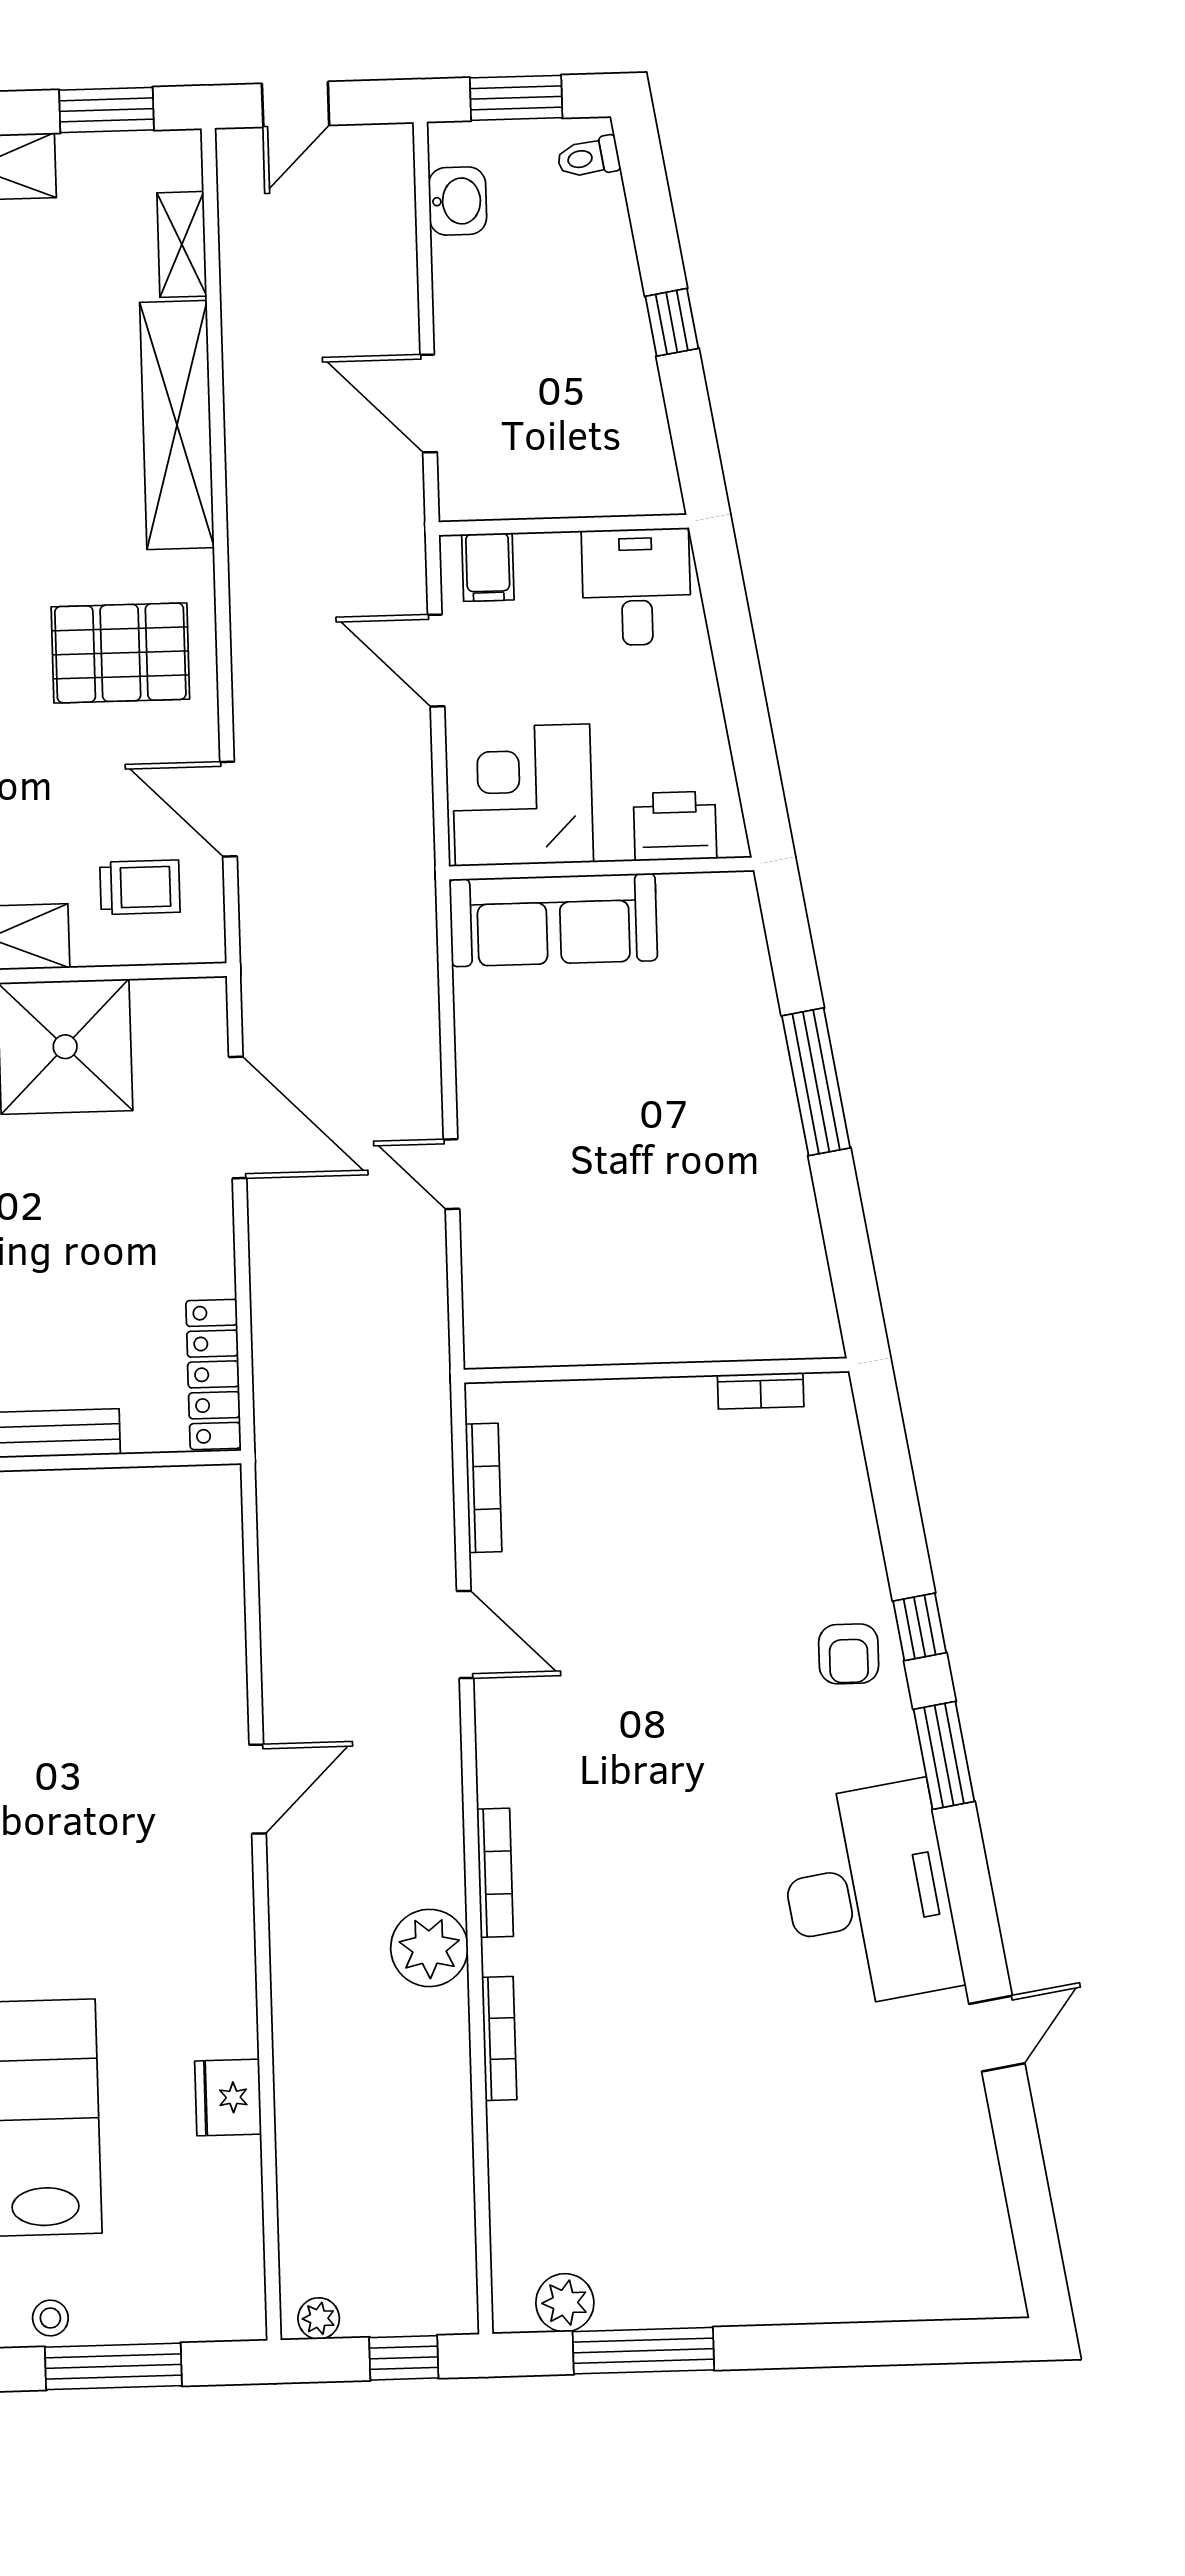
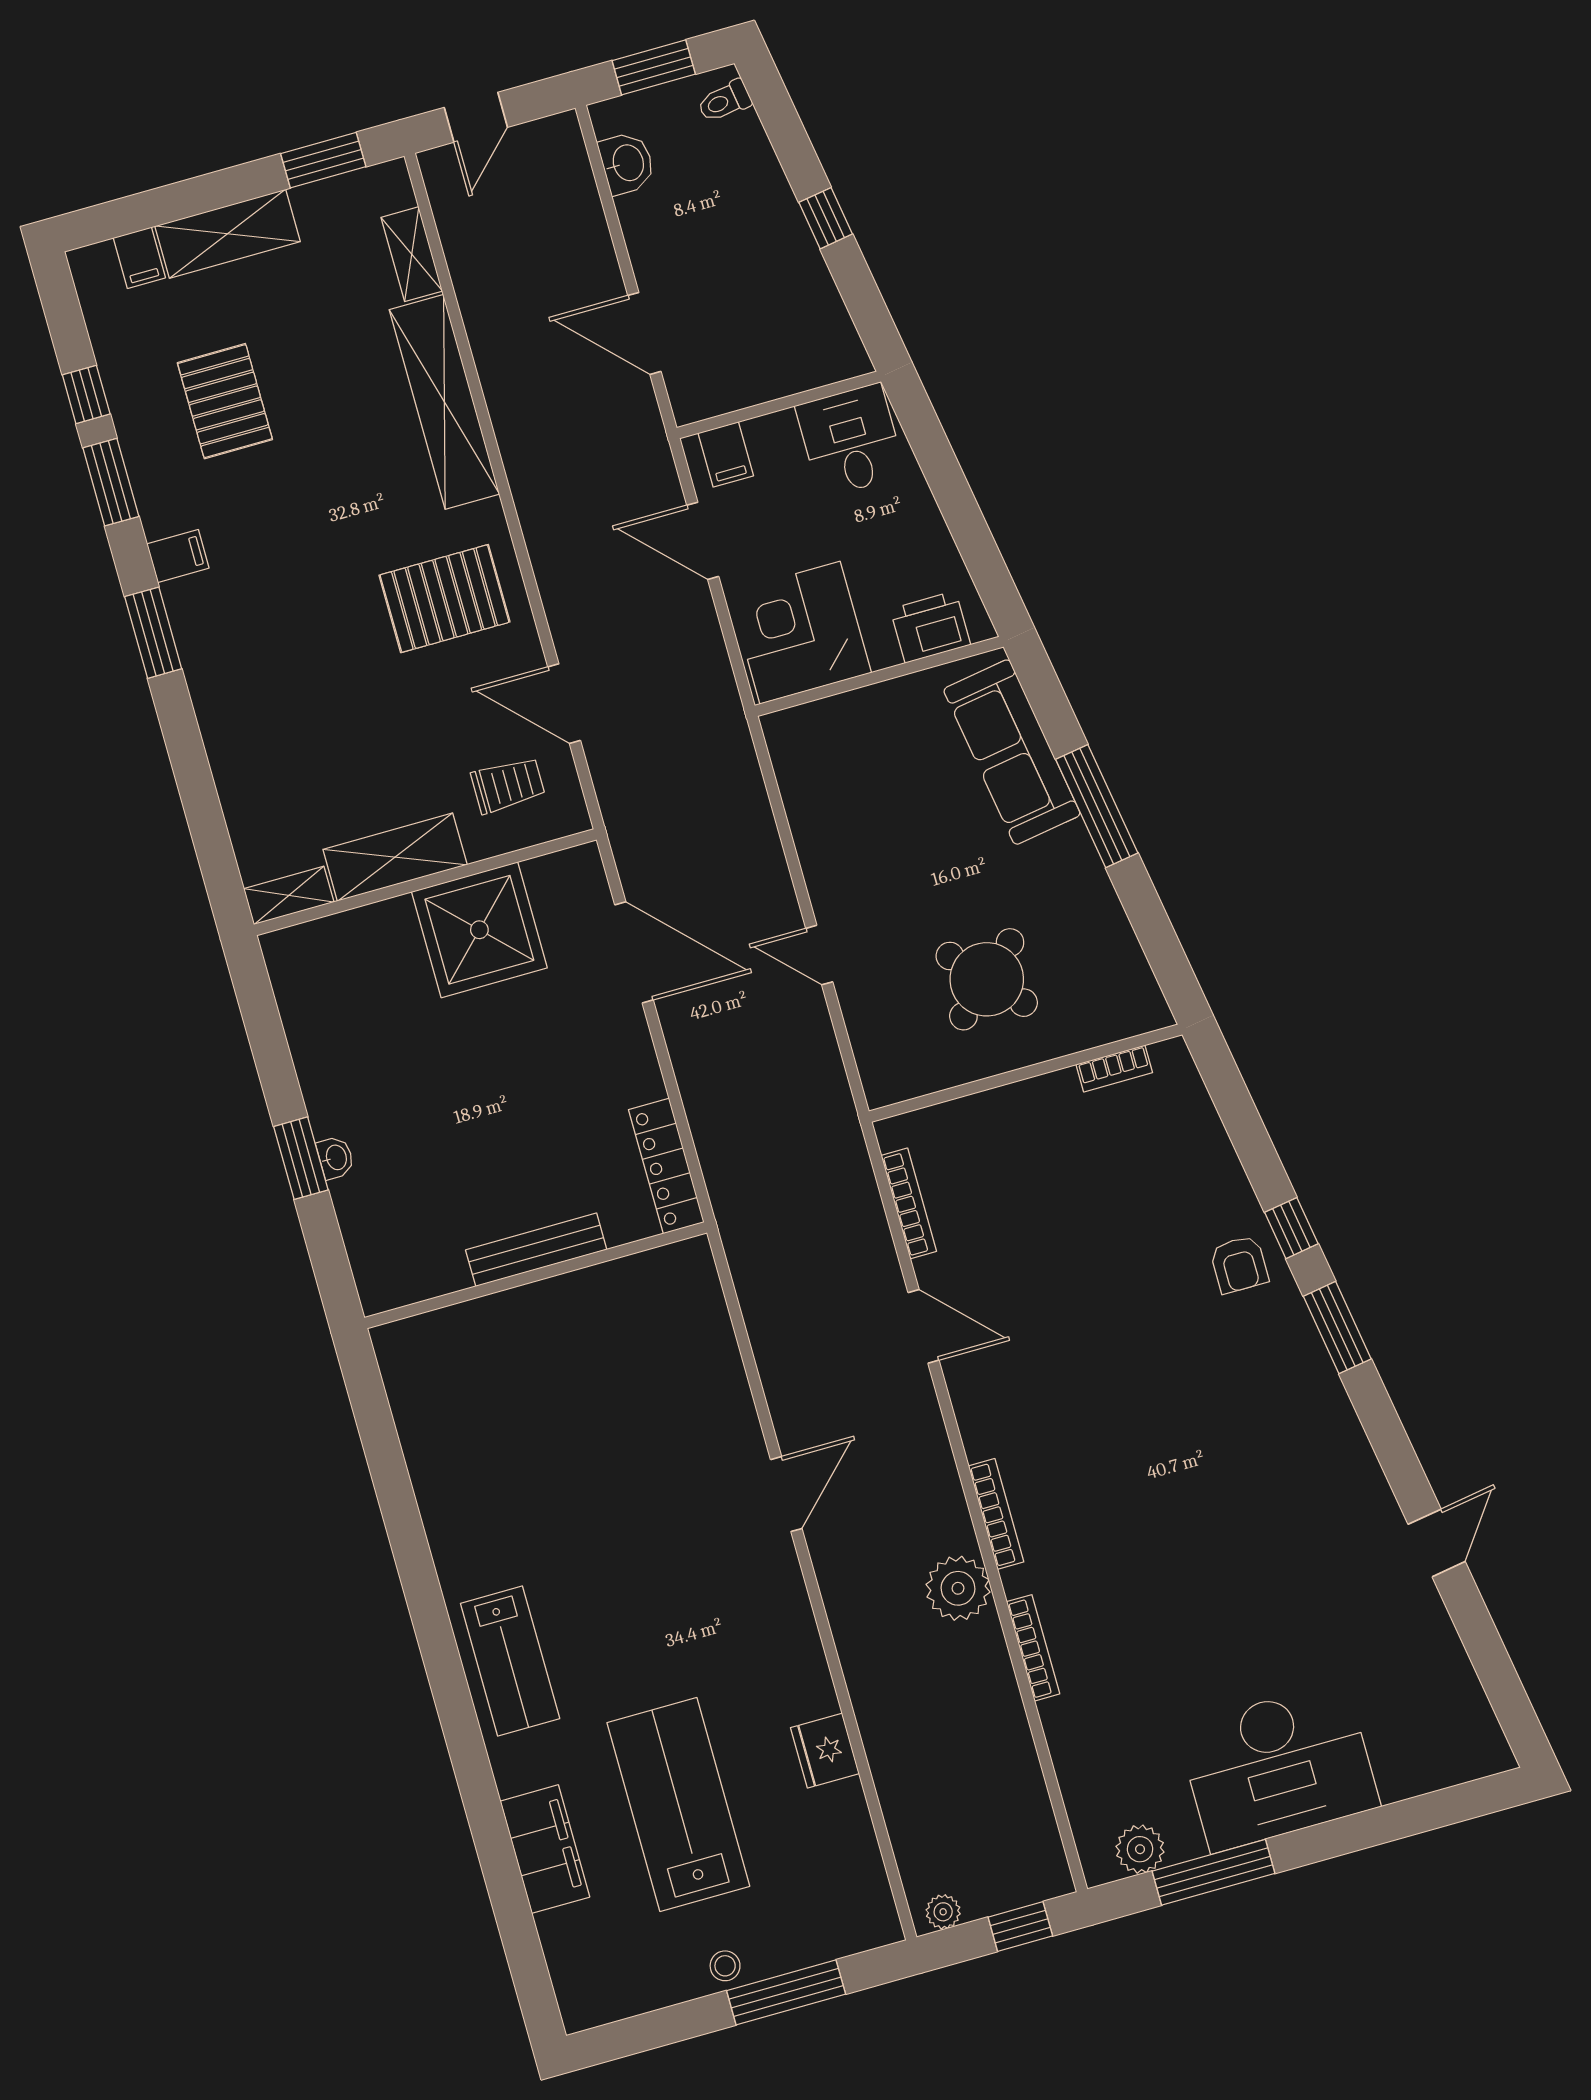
sofa: (553, 920) -> (1012, 752), moved, turned 81
round table: (639, 1251) -> (987, 979), added
desk: (868, 1895) -> (1278, 1767), moved, turned 99

